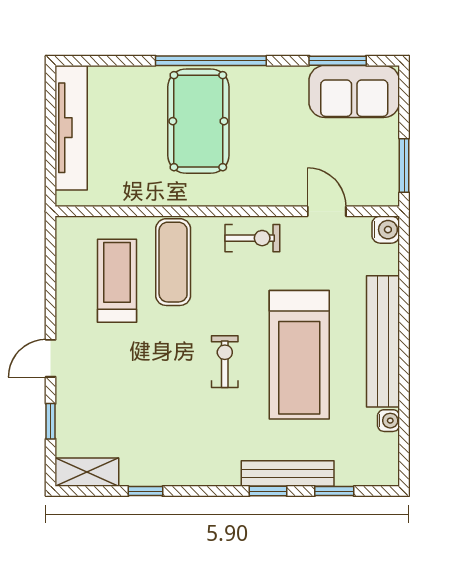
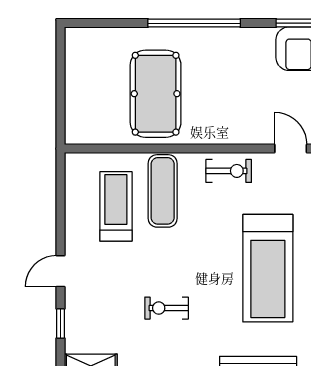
pool table: (198, 121) -> (156, 94), moved
tv unit: (71, 128) -> (78, 79), removed
exercise bike: (225, 362) -> (167, 308), moved, turned -90

